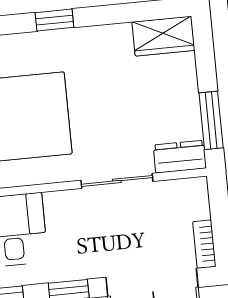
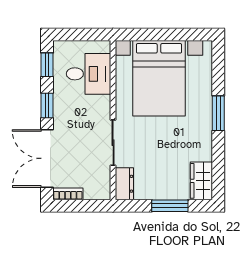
window: (54, 20) -> (218, 113), width x1.50
window: (211, 120) -> (170, 206), moved

